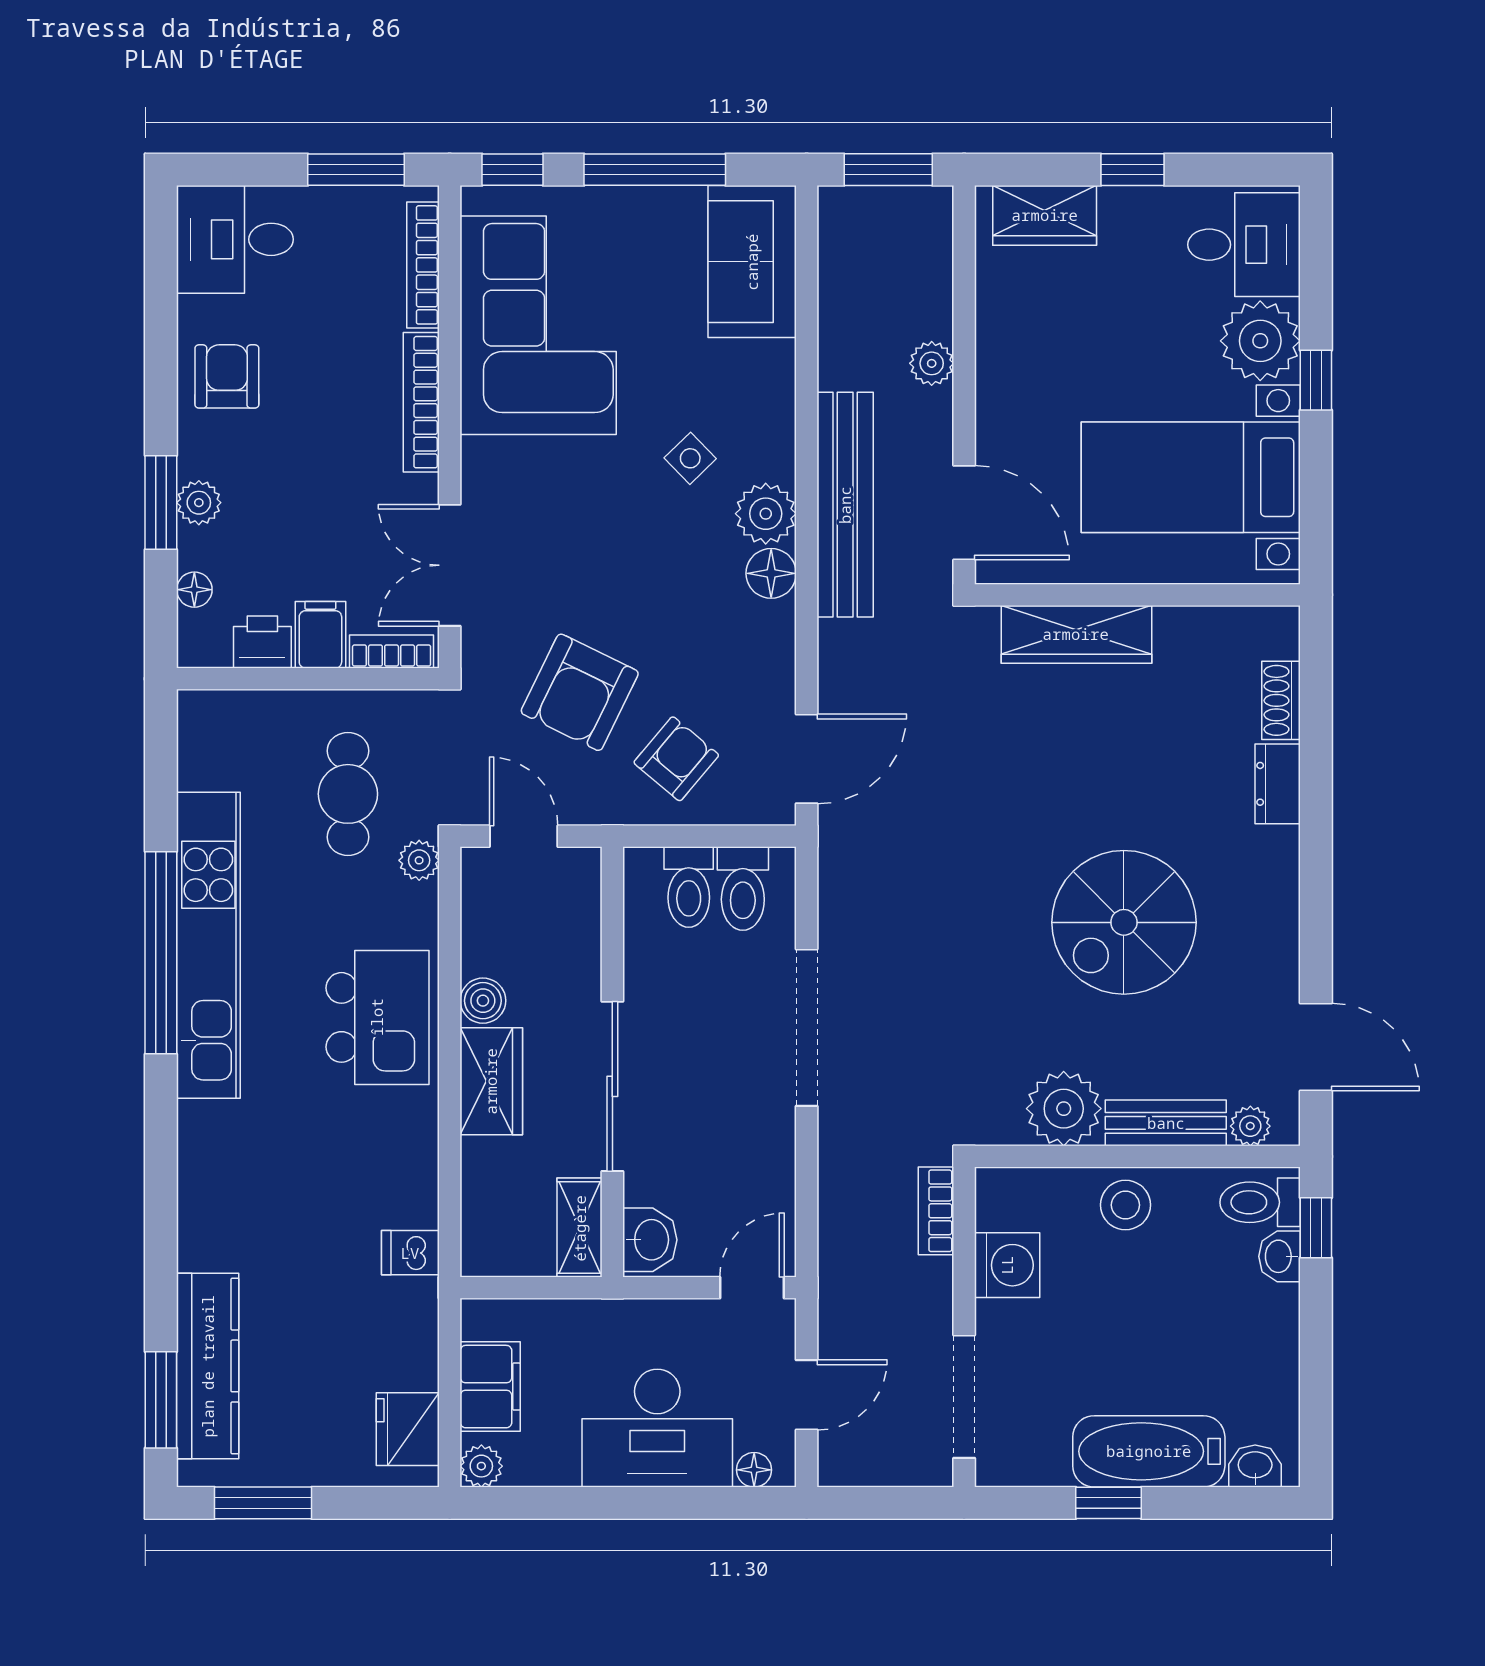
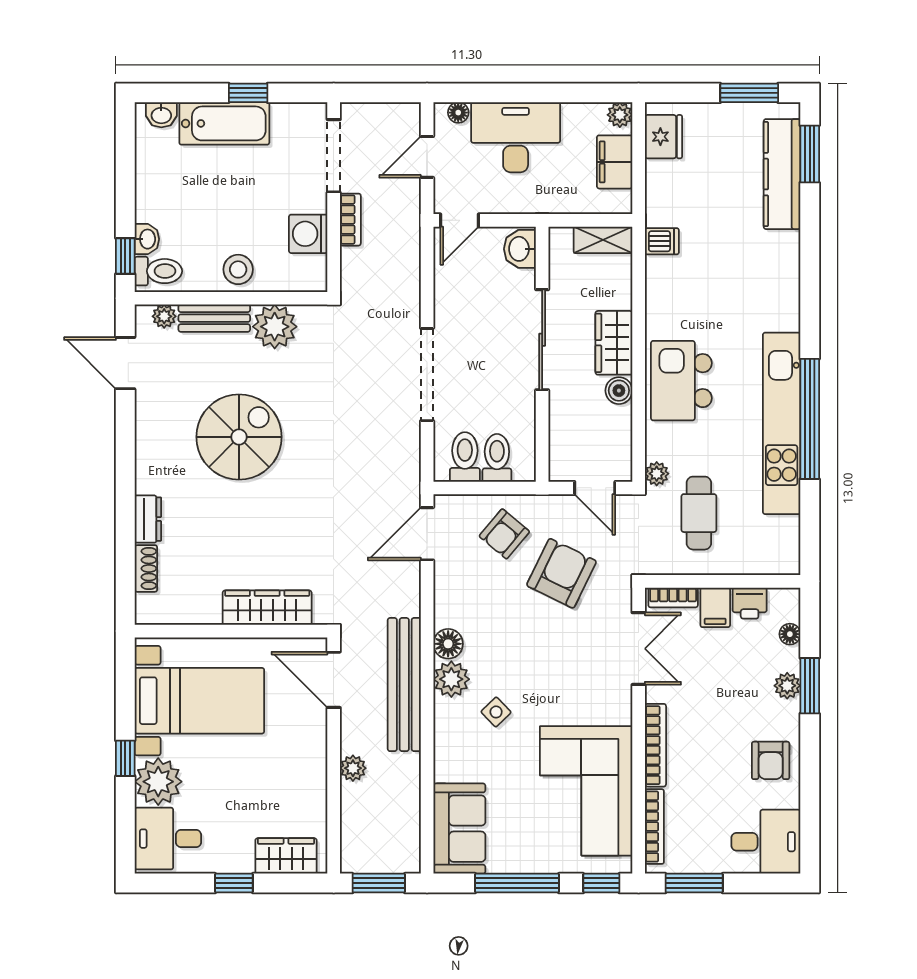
bookcase: (936, 1211) -> (350, 220), moved
shelving: (580, 1228) -> (603, 240), moved, turned 90

